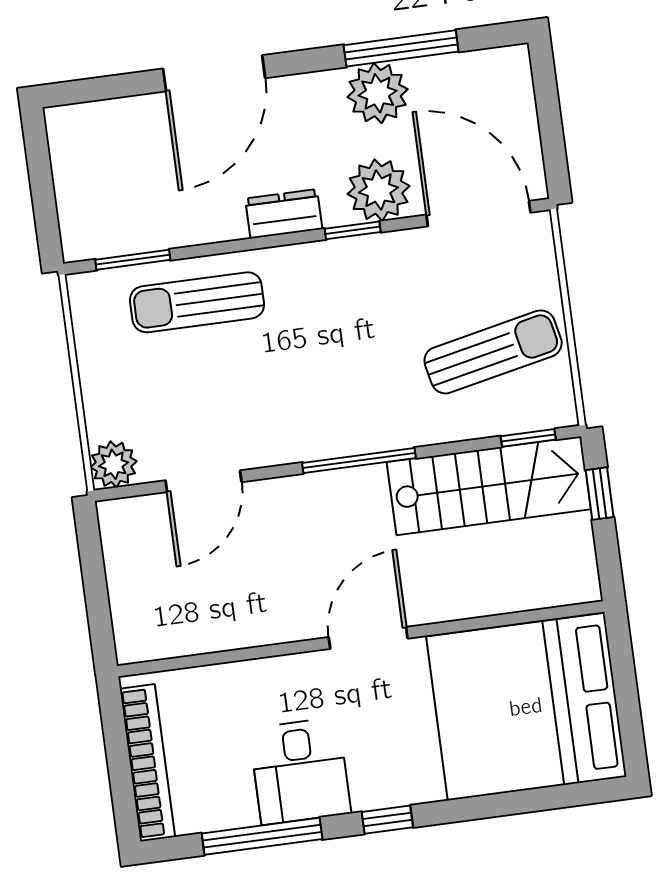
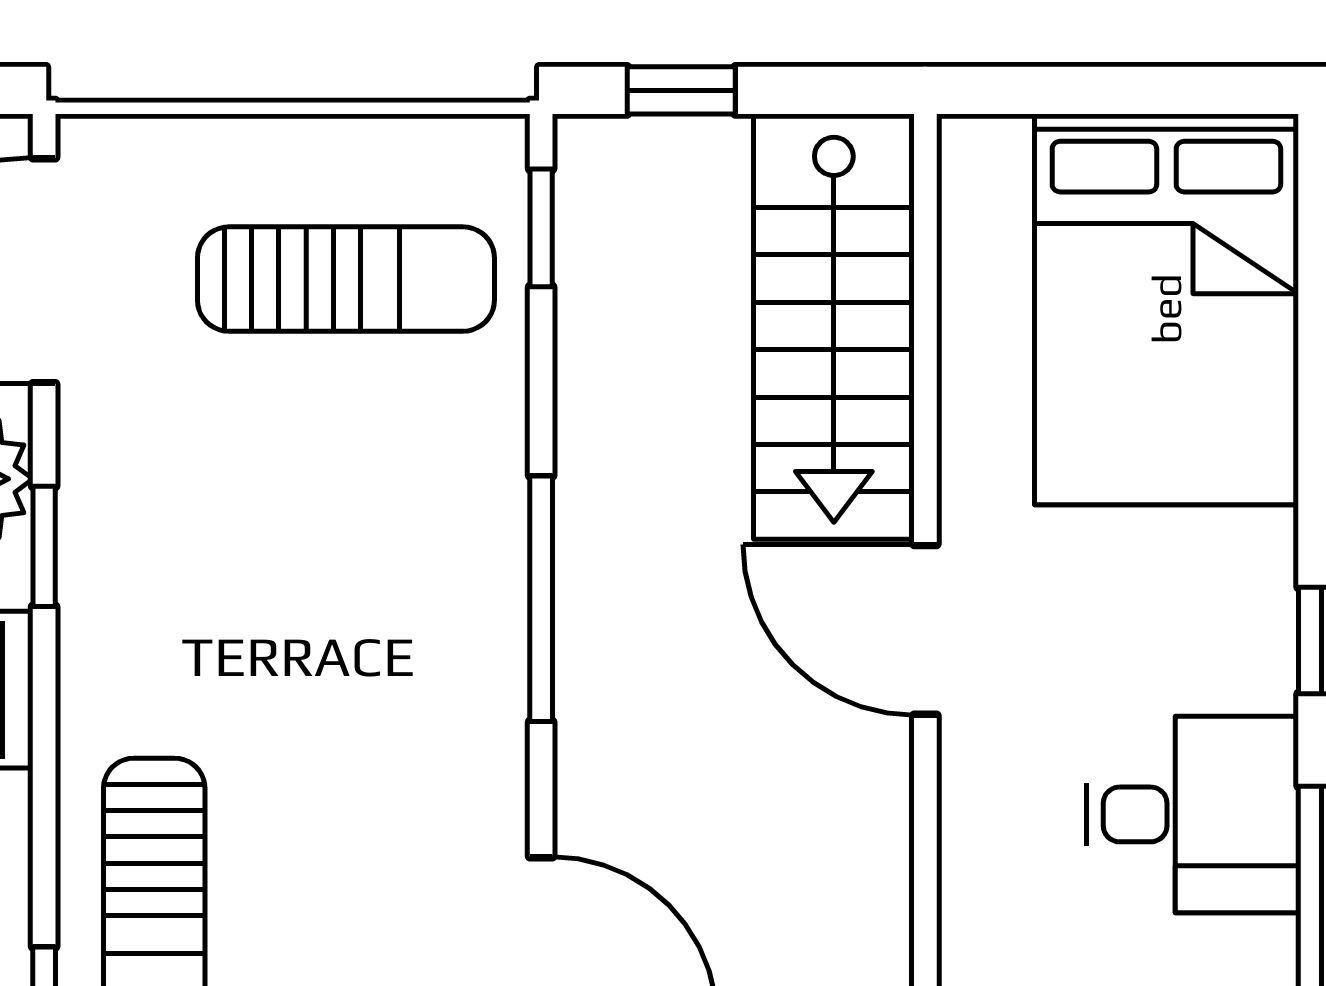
sun lounger: (493, 352) -> (346, 279), turned 102
stairs: (489, 486) -> (834, 327), moved, turned 180
bed: (526, 707) -> (1166, 309), width x0.73

